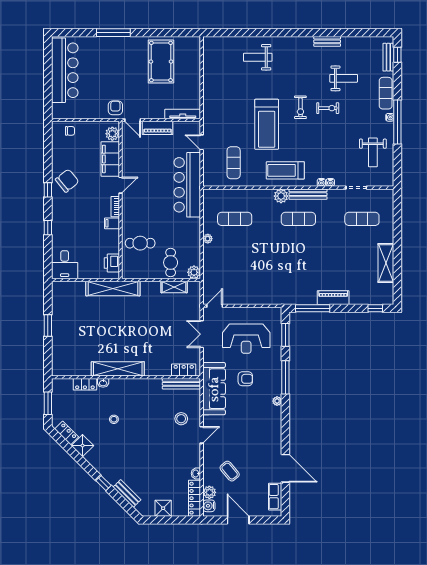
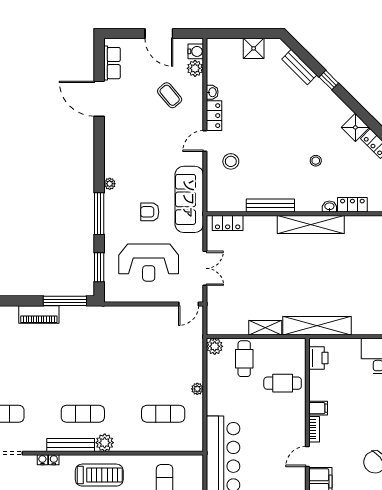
shelving: (174, 287) -> (265, 328), moved
reception desk: (246, 339) -> (149, 263), turned 180
bench: (181, 384) -> (270, 206), moved
locker: (194, 498) -> (214, 116), moved, width x0.66

